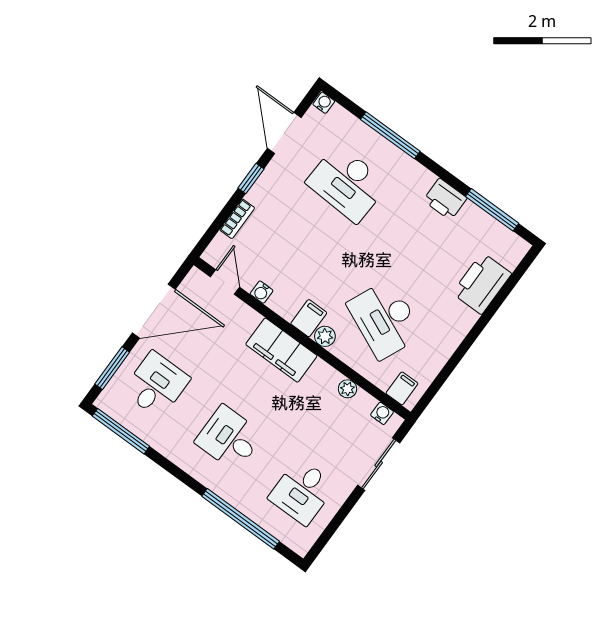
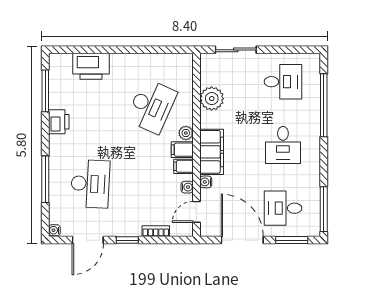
filing cabinet: (402, 388) -> (183, 166), moved
plant: (347, 389) -> (212, 99), width x1.87, depth x1.87
water cooler: (382, 413) -> (206, 182), moved

